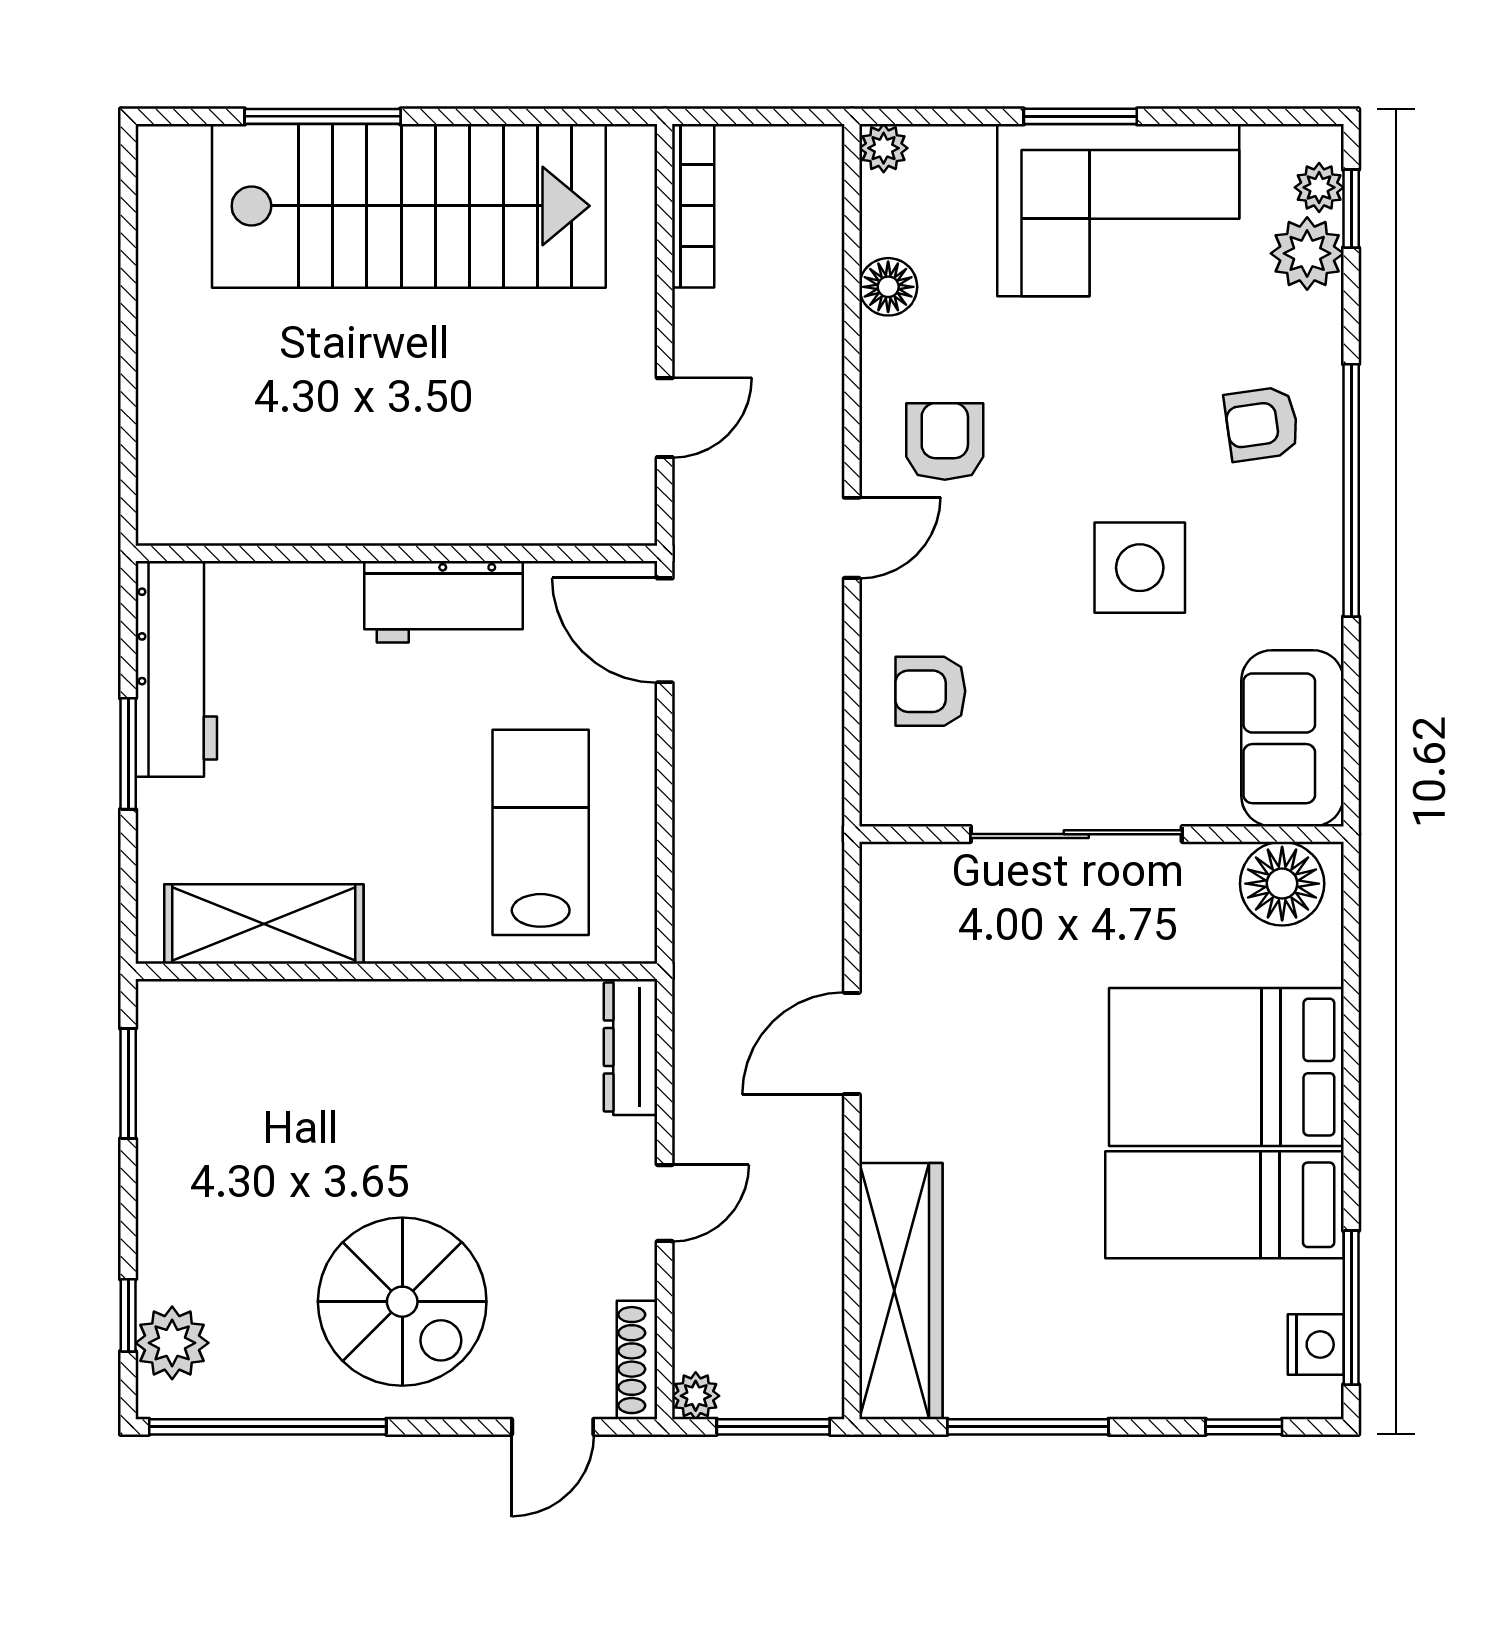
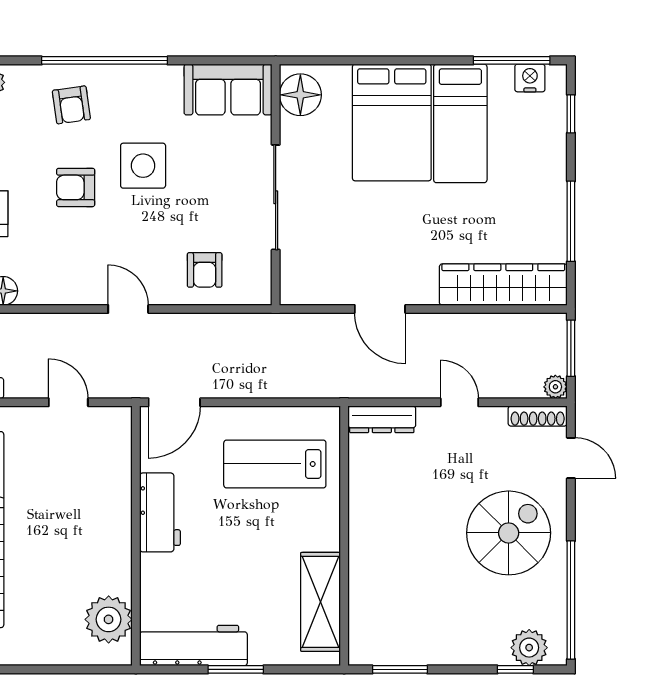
armchair: (945, 441) -> (76, 187), moved
plant: (229, 498) -> (109, 619), added

